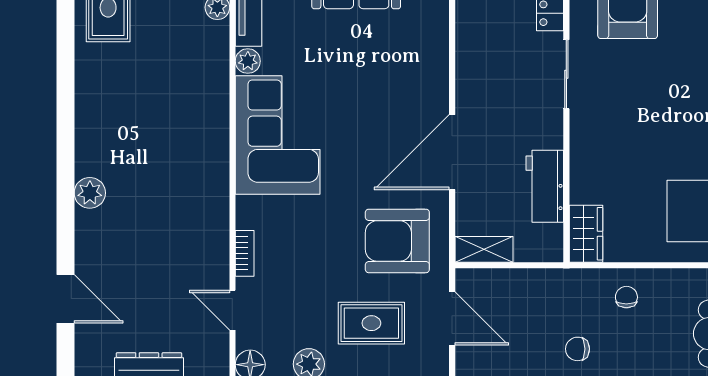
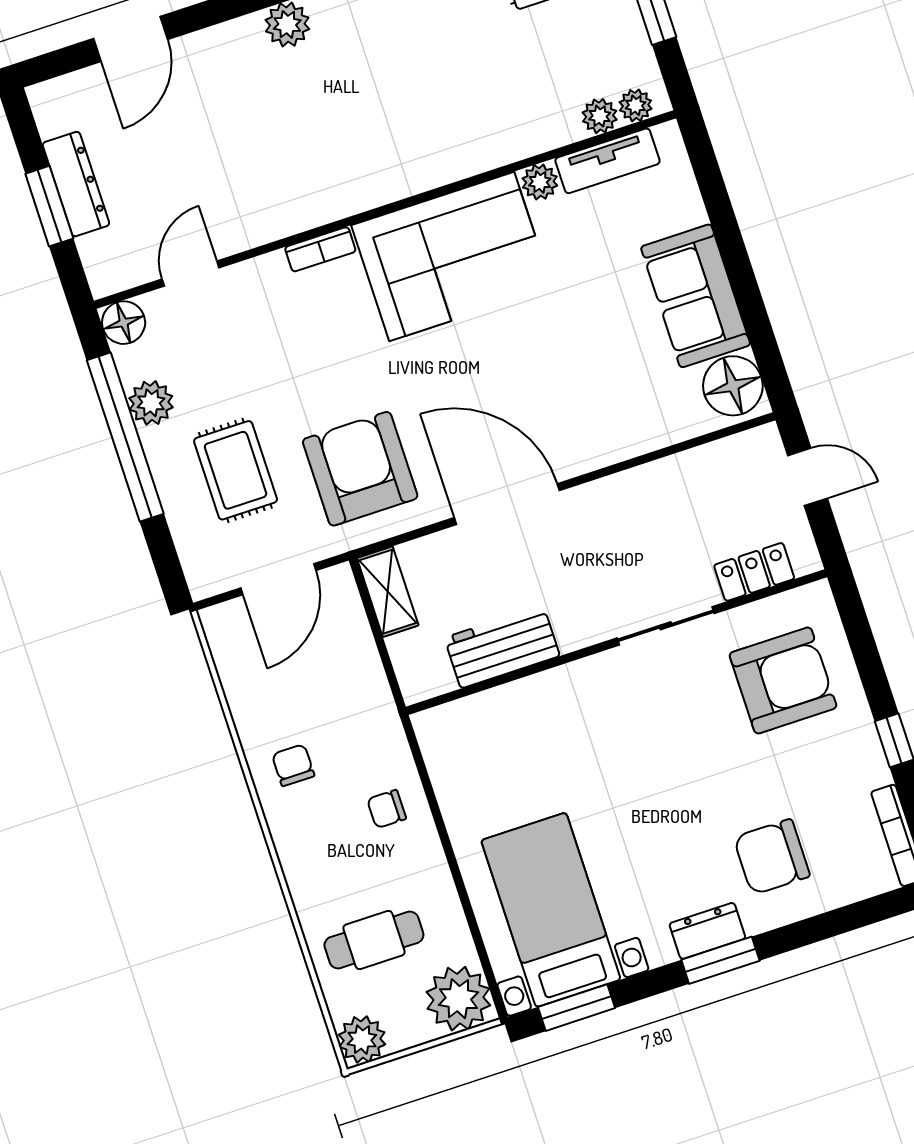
wardrobe: (586, 234) -> (455, 725), removed
bookcase: (245, 253) -> (320, 249), moved
chair: (626, 297) -> (387, 809), turned 180

